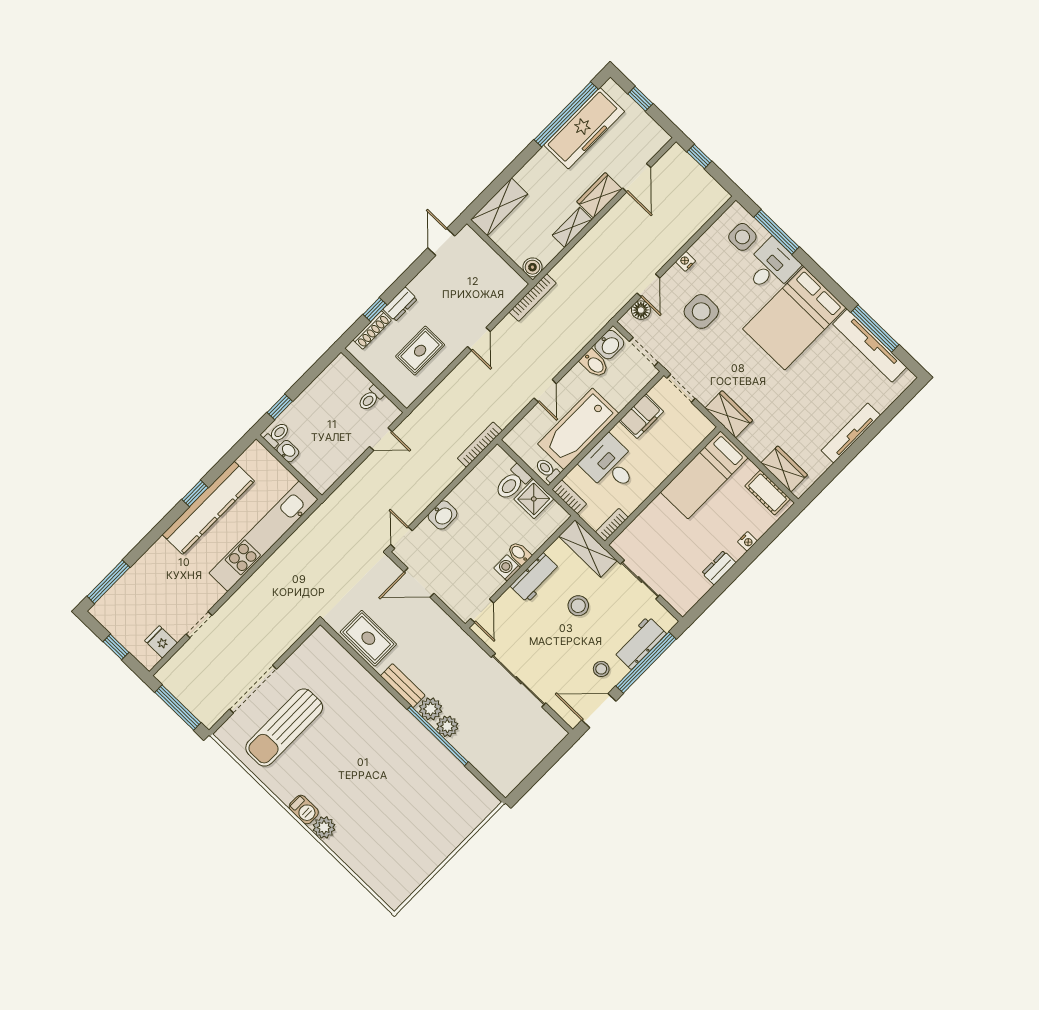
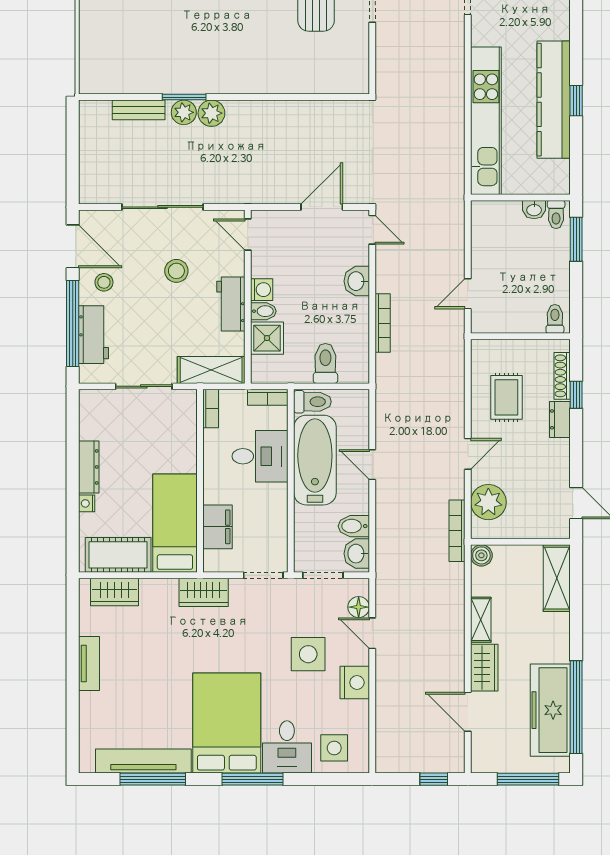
window: (640, 99) -> (528, 779), width x2.17
window: (776, 232) -> (252, 779), moved
nightstand: (685, 261) -> (355, 682), width x1.89, depth x1.79
plant: (495, 296) -> (488, 502), added
door: (479, 339) -> (468, 454), swing flipped
toilet: (371, 398) -> (555, 319), moved
window: (280, 407) -> (576, 239), width x1.50
filing cabinet: (641, 416) -> (218, 527), moved, turned 180
tv unit: (851, 433) -> (89, 663), width x0.71
bookcase: (480, 445) -> (383, 323), moved
toilet: (547, 470) -> (312, 402), width x1.37, depth x1.39
cot: (768, 493) -> (118, 555), width x1.37, depth x1.34
shower: (534, 499) -> (267, 338), moved
dresser: (719, 568) -> (89, 467), width x1.44
stool: (578, 606) -> (176, 271), moved
rug: (368, 638) -> (319, 121), removed
bench: (403, 686) -> (139, 110), moved
door: (599, 711) -> (73, 246), hinge flipped
window: (438, 736) -> (184, 97), width x0.47

